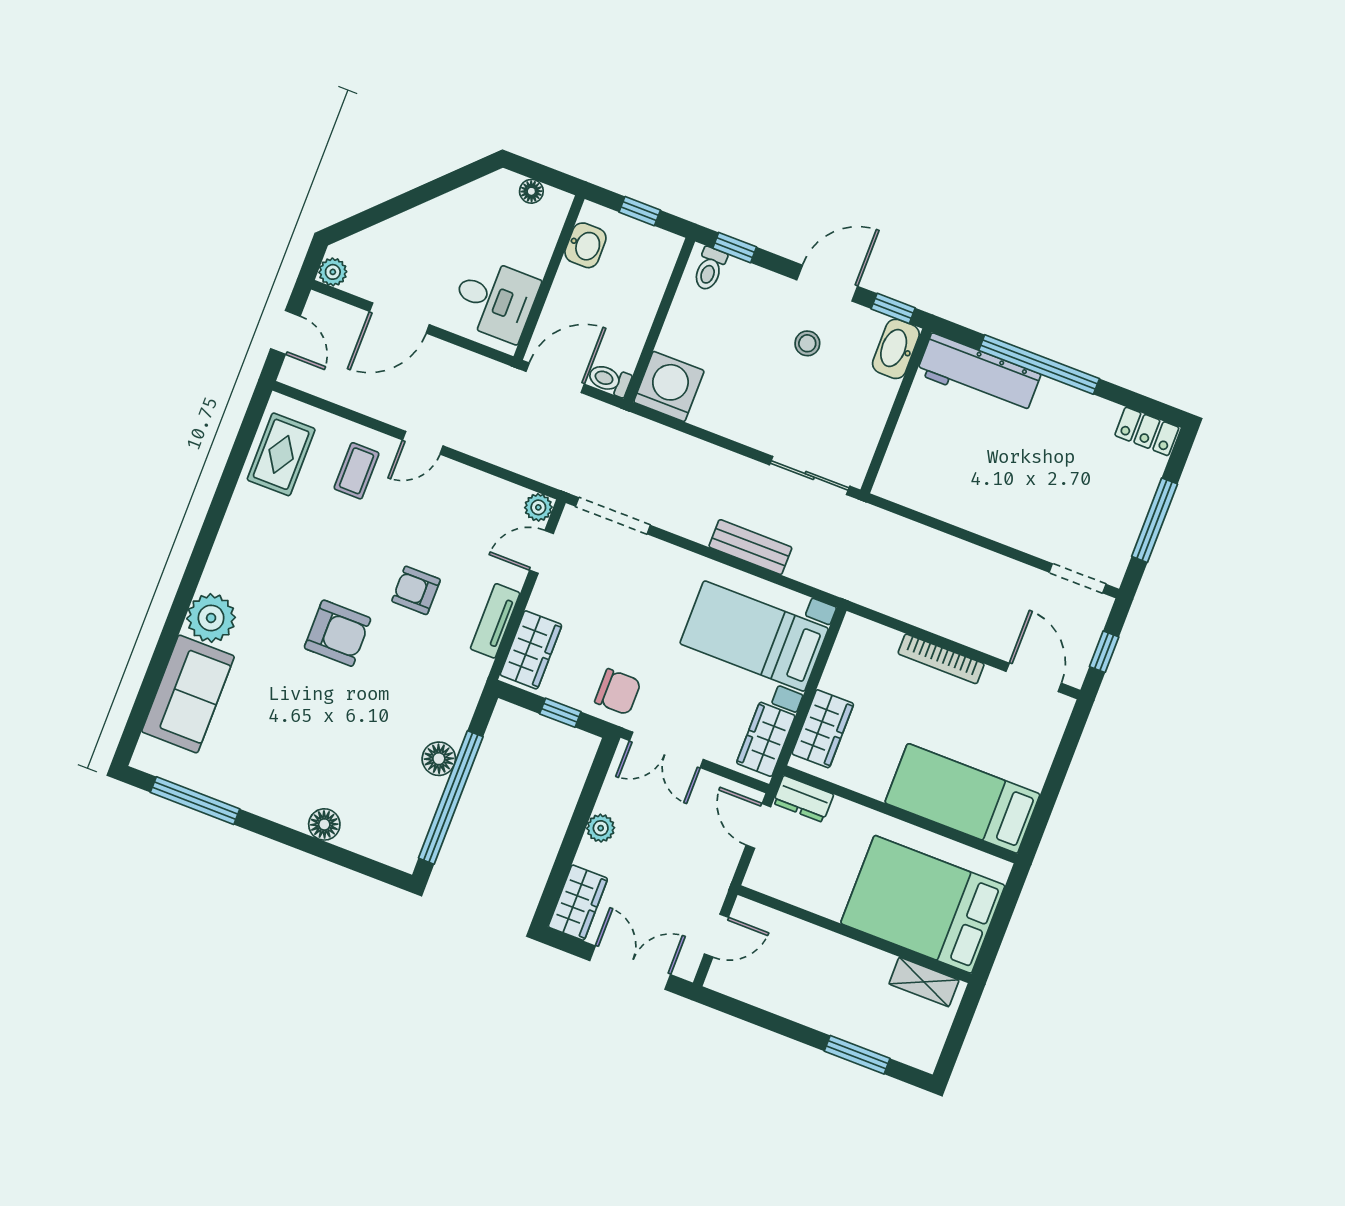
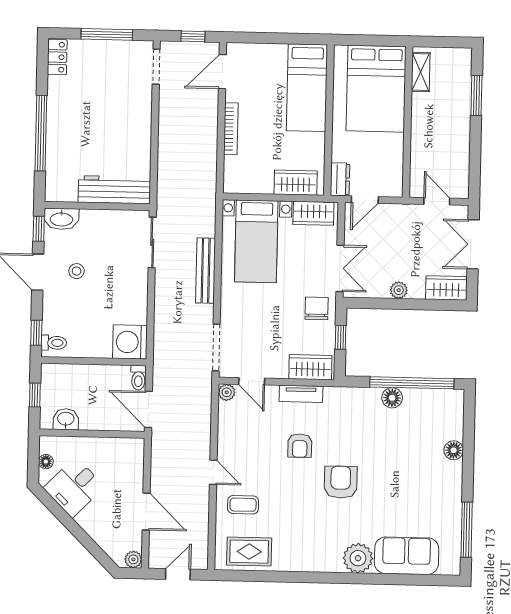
desk: (495, 300) -> (74, 487), moved, turned -135
workbench: (979, 374) -> (114, 190), moved, turned -90
bench: (750, 547) -> (206, 271), width x1.36

